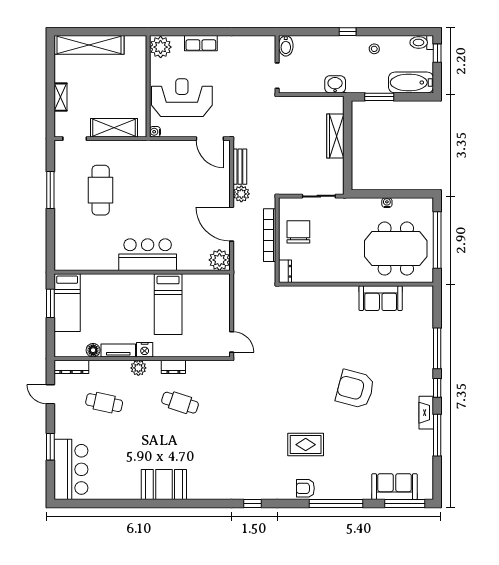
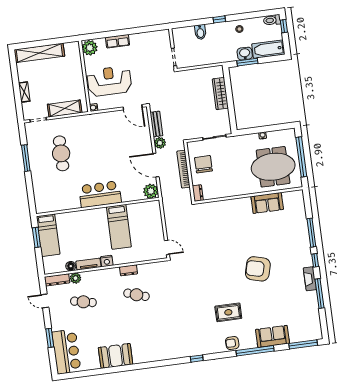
bidet: (286, 46) -> (200, 32), moved
washbasin: (335, 84) -> (245, 54), moved
plant: (138, 368) -> (76, 278), moved
booth: (164, 485) -> (116, 356), moved
sofa: (395, 487) -> (273, 336), moved

